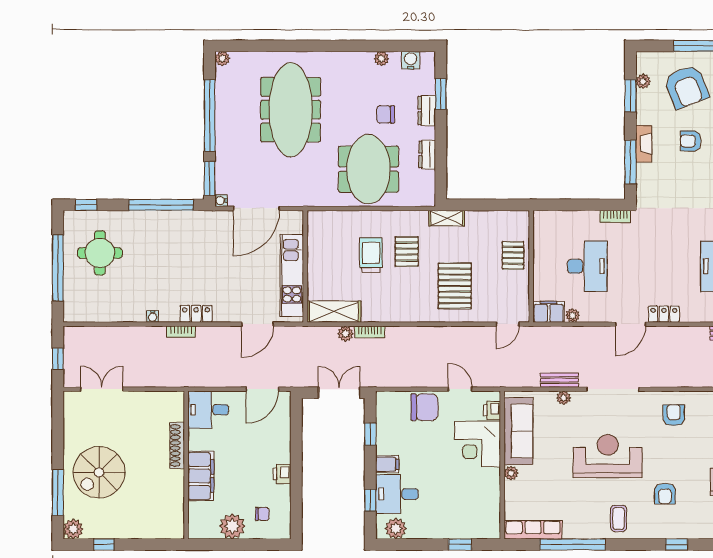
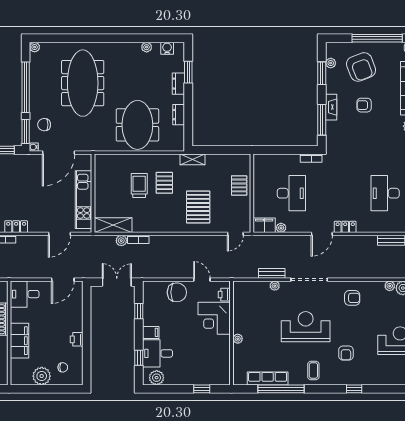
chair: (385, 114) -> (44, 125), moved
armchair: (674, 415) -> (352, 298), turned 91
sofa: (518, 431) -> (243, 309), removed
row of seats: (533, 530) -> (268, 378), moved

